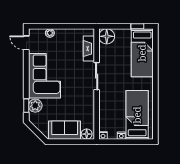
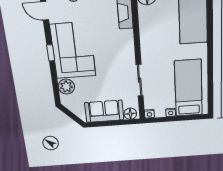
sliding door: (97, 76) -> (140, 80), moved
window: (26, 106) -> (51, 53), moved

